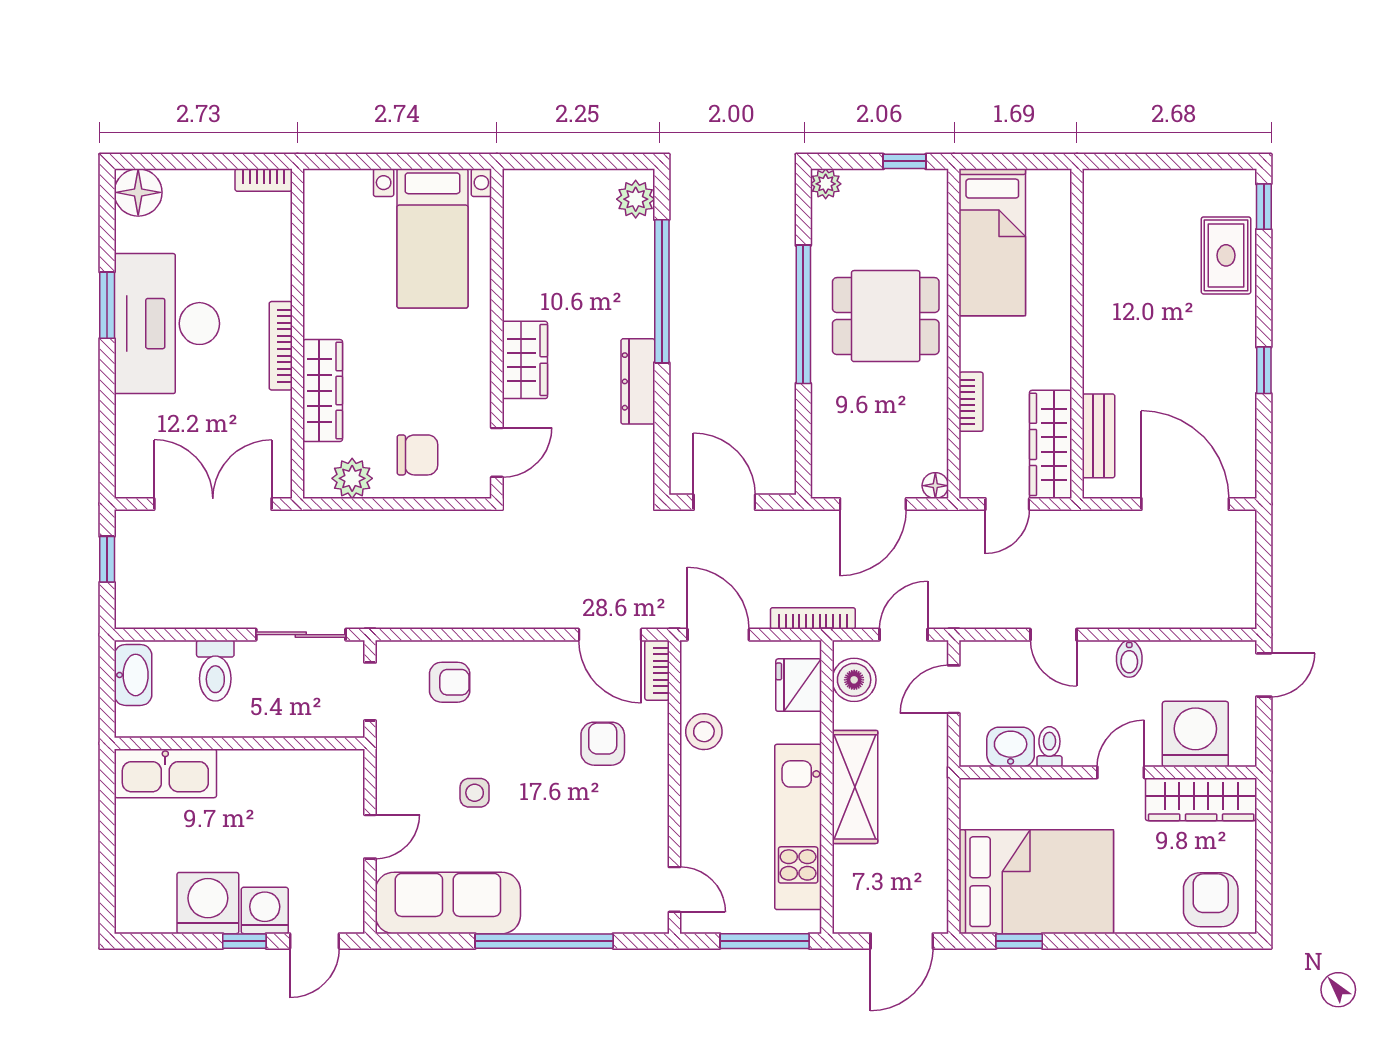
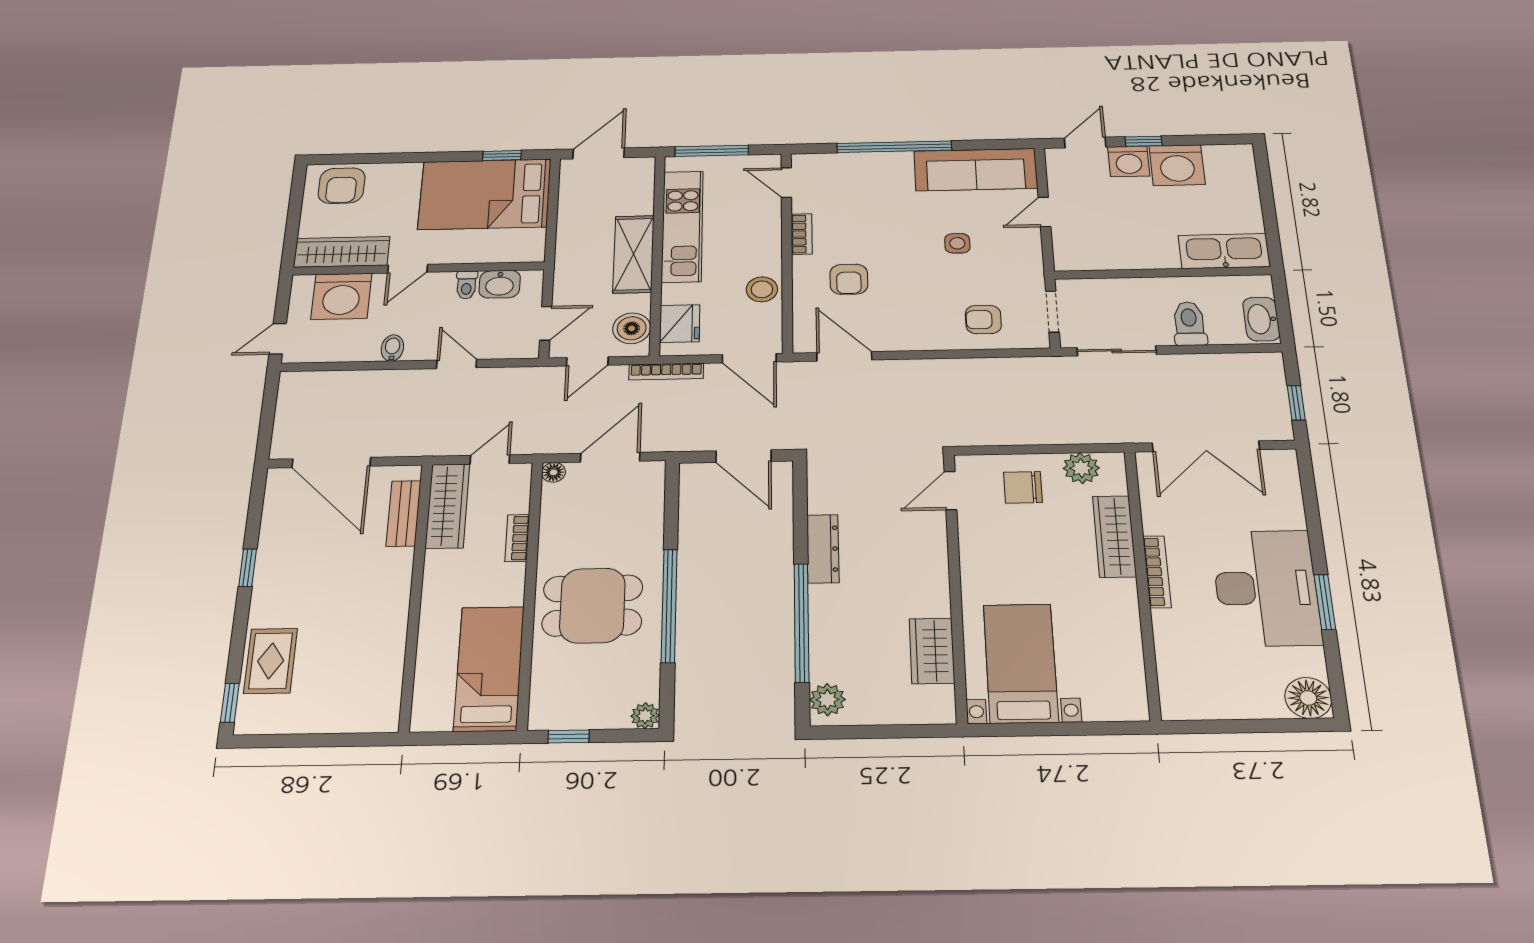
bookcase: (264, 180) -> (1188, 711), removed
wardrobe: (525, 360) -> (932, 651), moved
bookcase: (657, 670) -> (802, 234), moved

